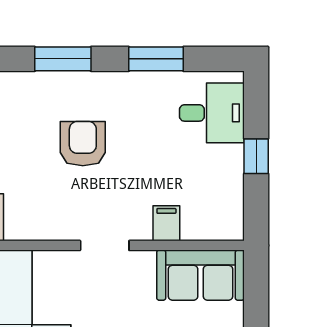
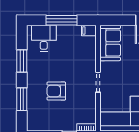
window: (256, 156) -> (61, 20), width x2.17
filing cabinet: (166, 223) -> (89, 30), moved

